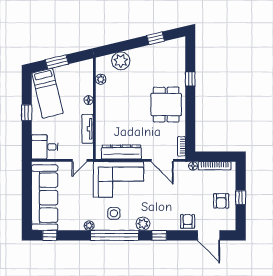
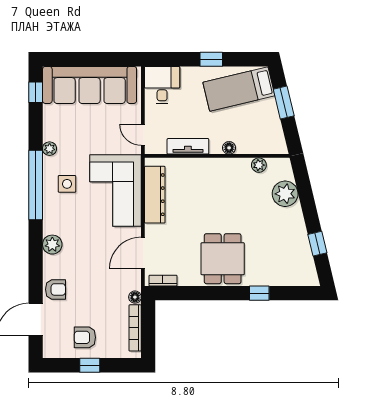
dining table: (166, 105) -> (223, 259), turned 90
plant: (143, 224) -> (52, 245), moved
window: (159, 235) -> (36, 249), removed

